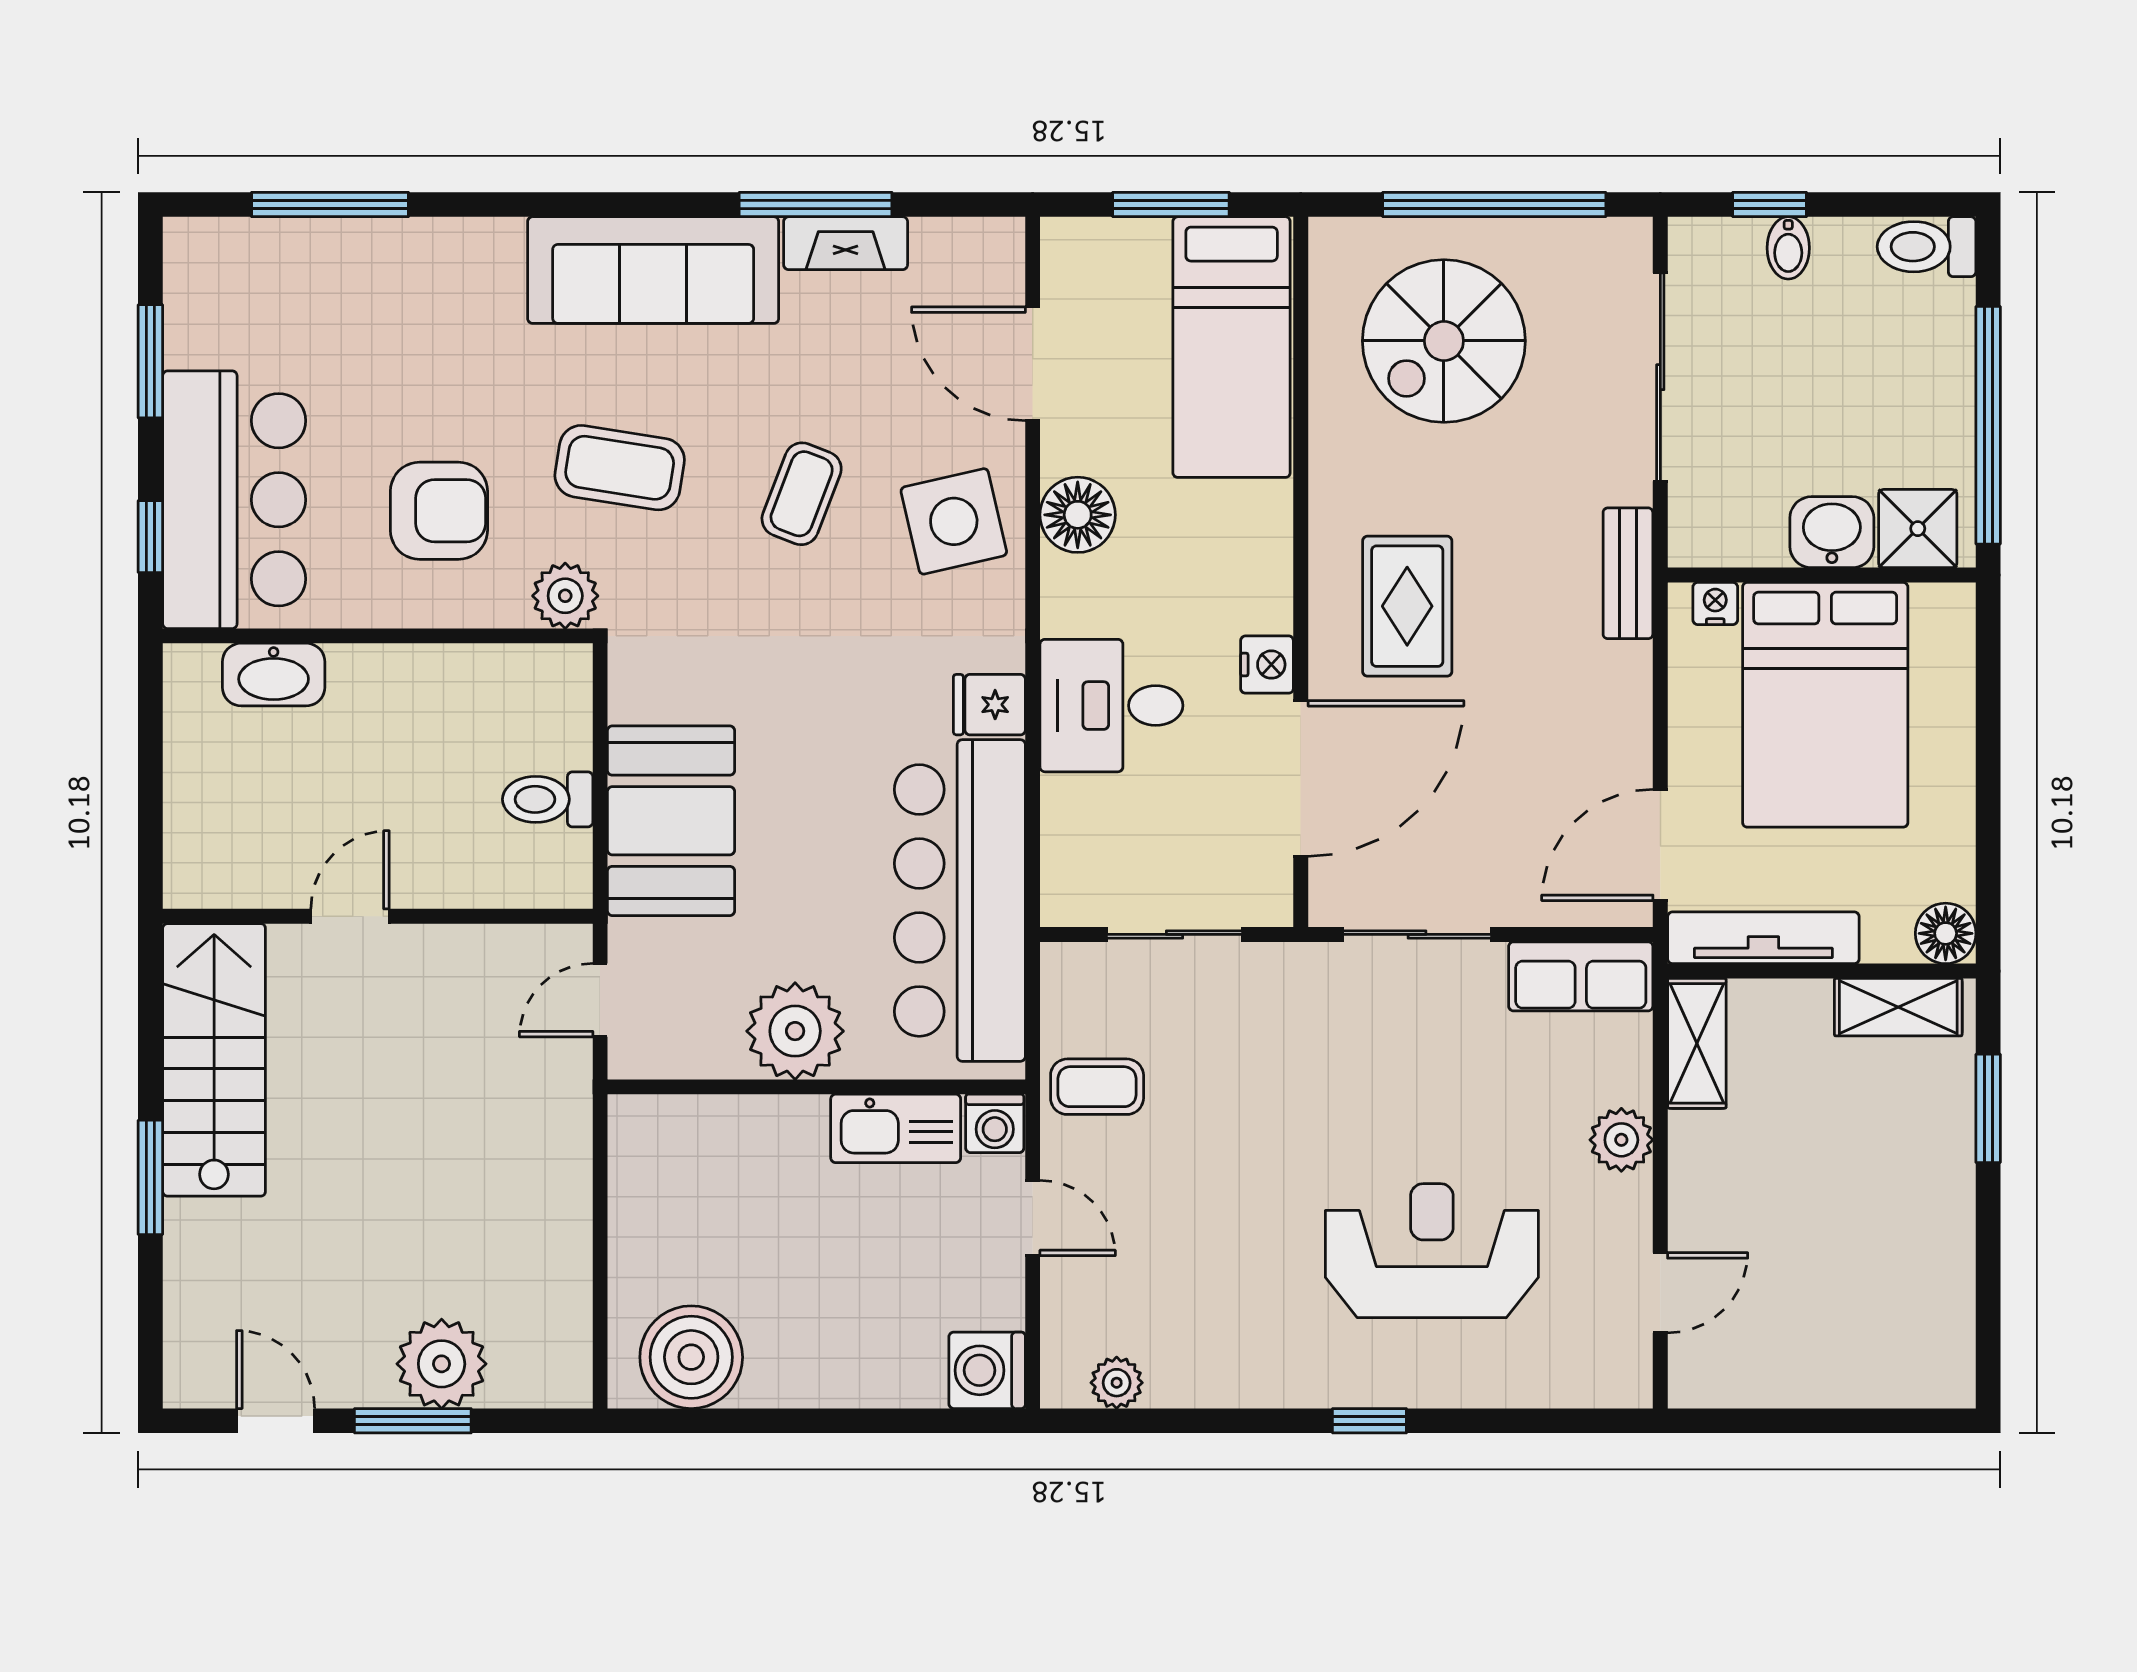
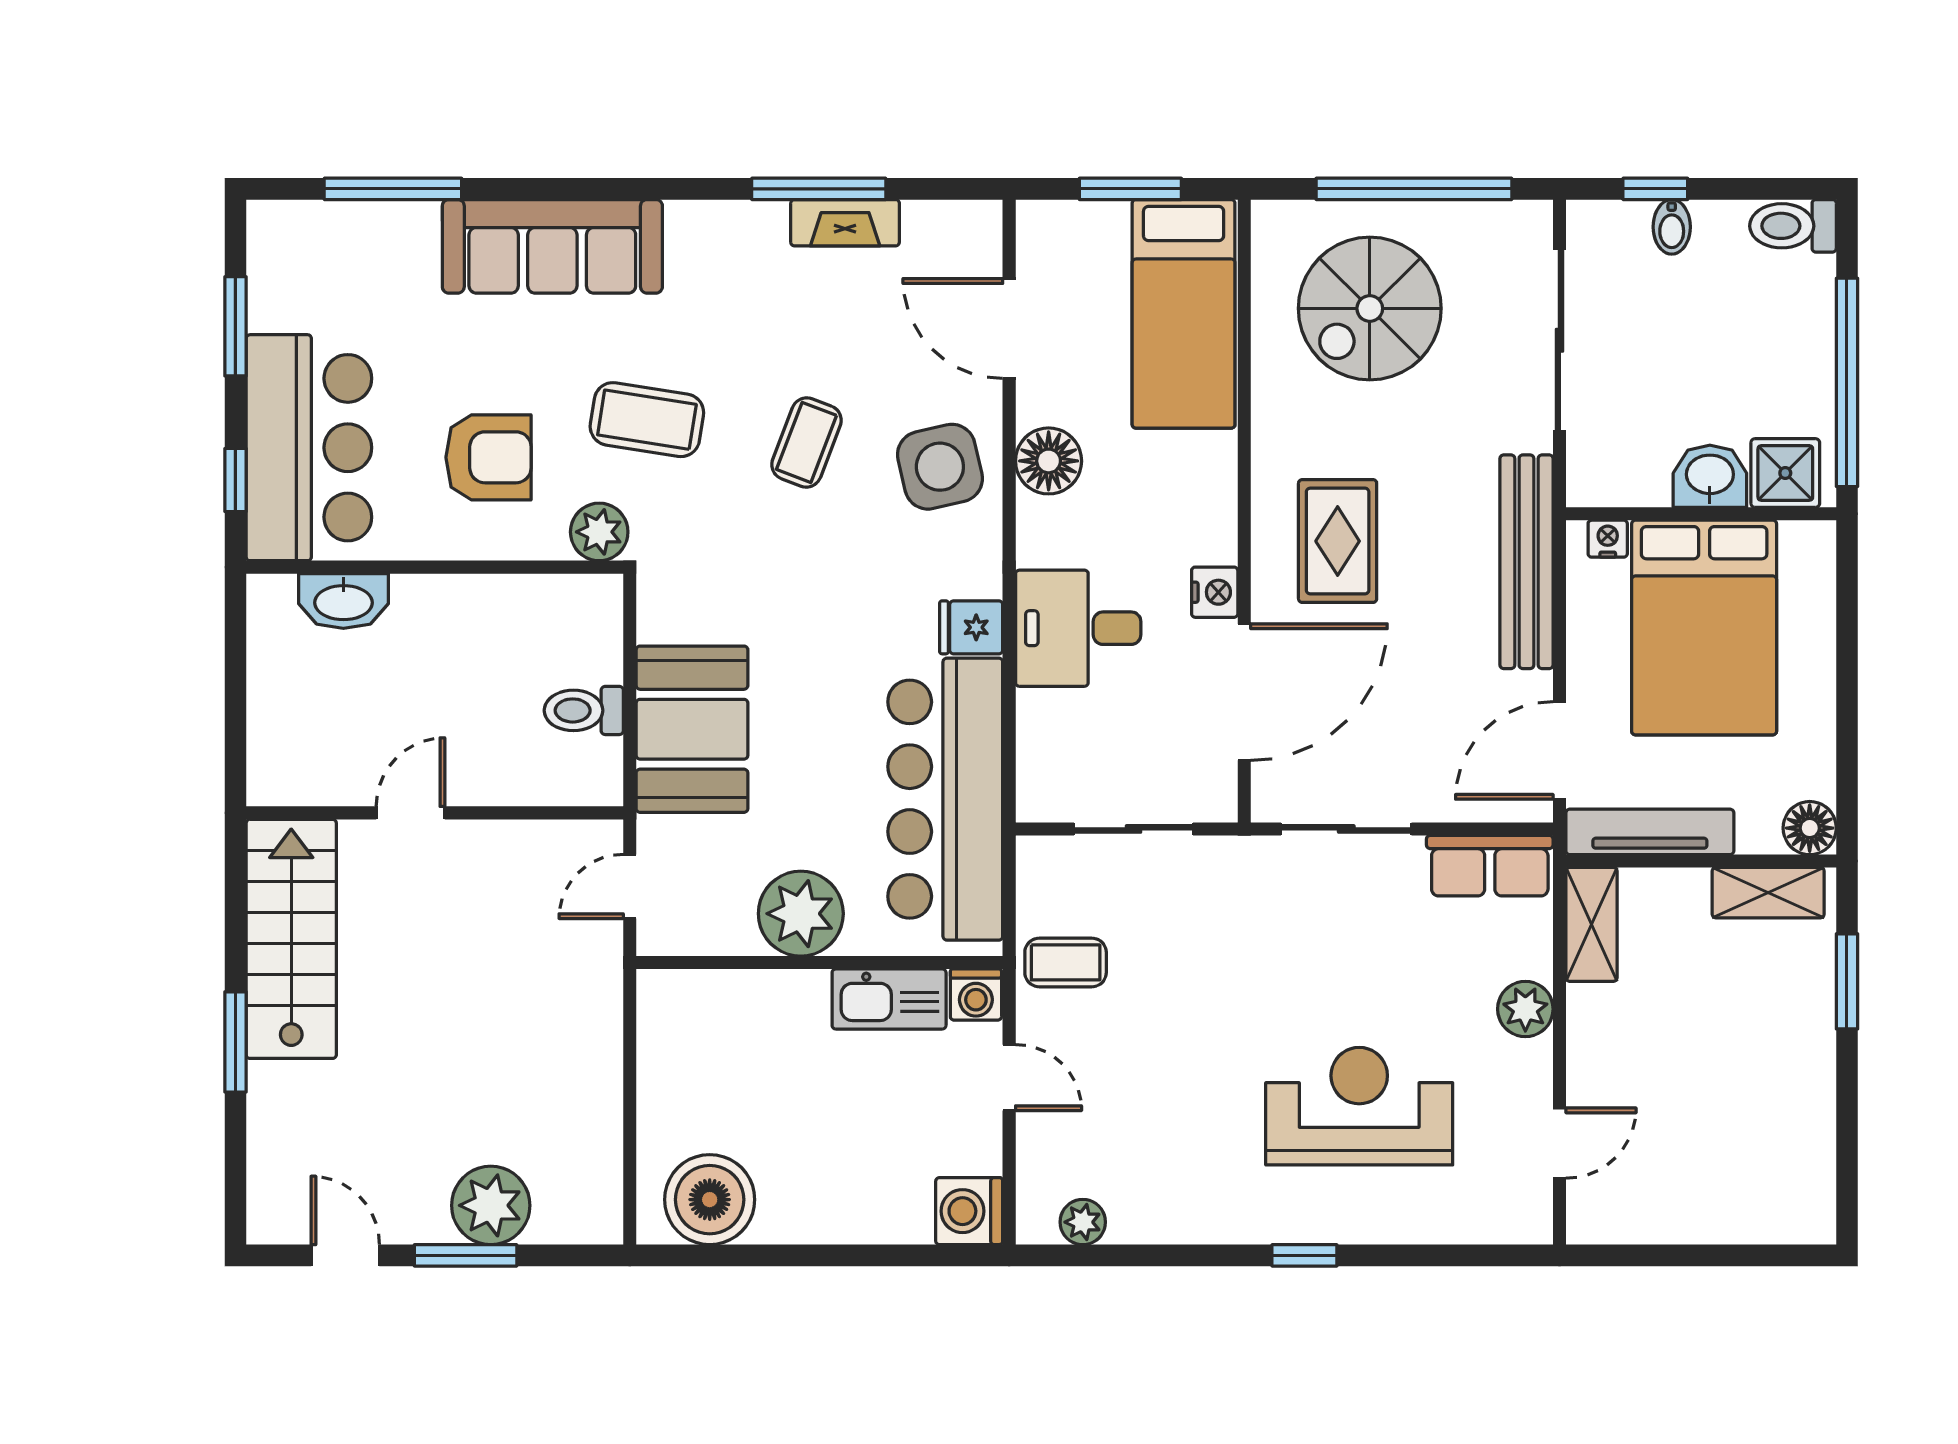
sofa: (653, 270) -> (552, 246), moved
bench: (1628, 573) -> (1526, 562), width x1.86, depth x1.21

